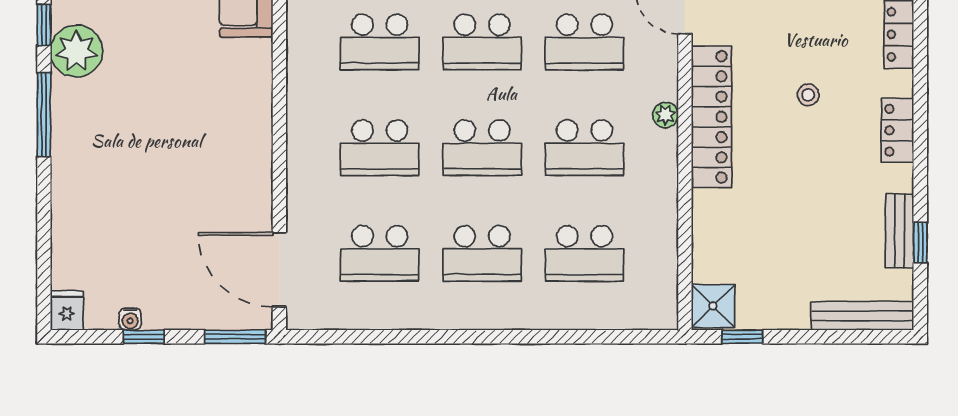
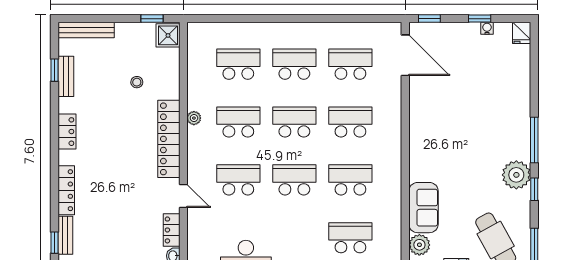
stool: (808, 95) -> (137, 82), moved
plant: (666, 115) -> (194, 118), moved
window: (235, 337) -> (429, 19), width x0.67

